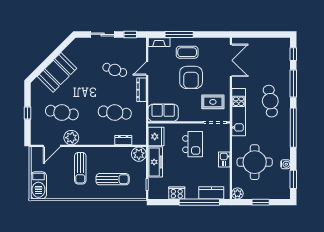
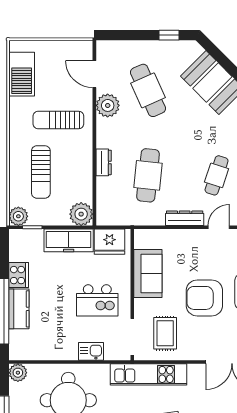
door: (147, 68) -> (219, 227), hinge flipped
window: (27, 113) -> (169, 35), moved
cafe table: (62, 113) -> (148, 90), turned -33
sofa: (163, 113) -> (148, 273), moved
dresser: (123, 140) -> (104, 162), moved
kitchen sink: (224, 159) -> (91, 351), moved
barbecue: (38, 185) -> (22, 74), moved, turned -90
plant: (140, 193) -> (18, 216), added
kitchen counter: (211, 193) -> (19, 309), moved

